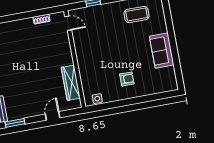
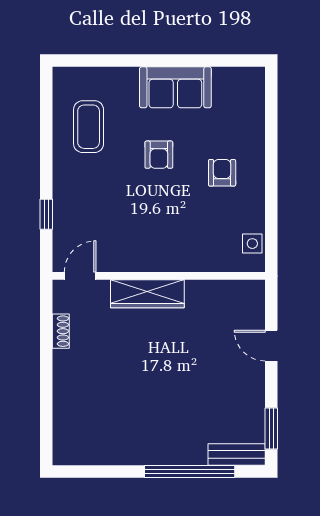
armchair: (130, 49) -> (159, 155), added
wardrobe: (71, 83) -> (147, 294), moved

